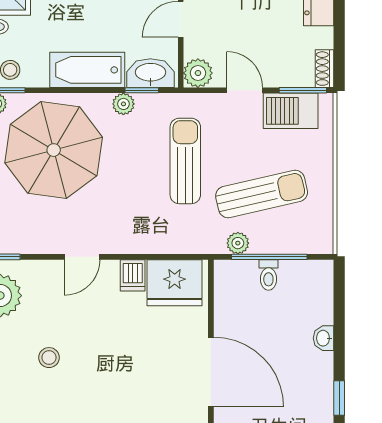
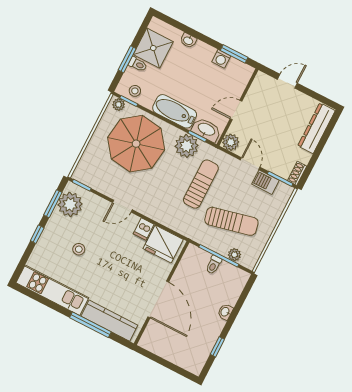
plant: (123, 104) -> (187, 146), width x1.87, depth x1.87
barbecue: (291, 111) -> (266, 182), width x0.73, depth x0.79
plant: (238, 243) -> (234, 255), moved

